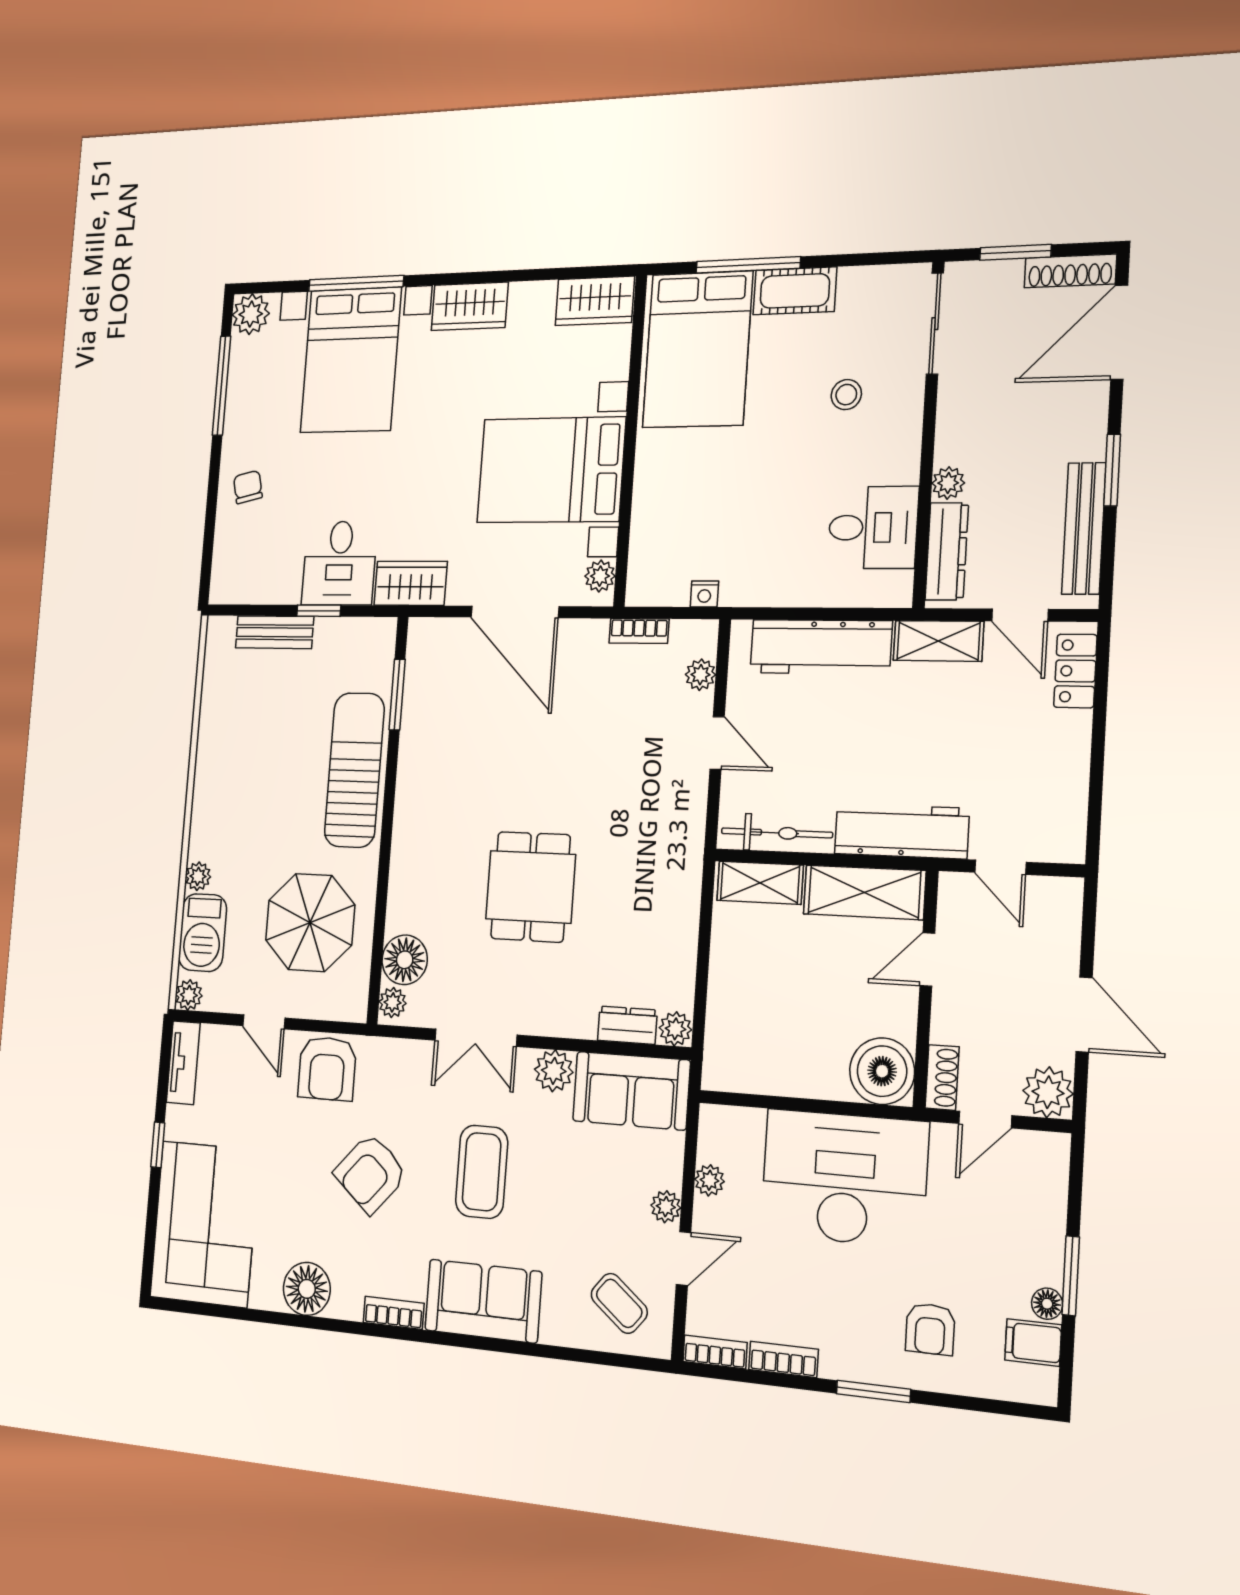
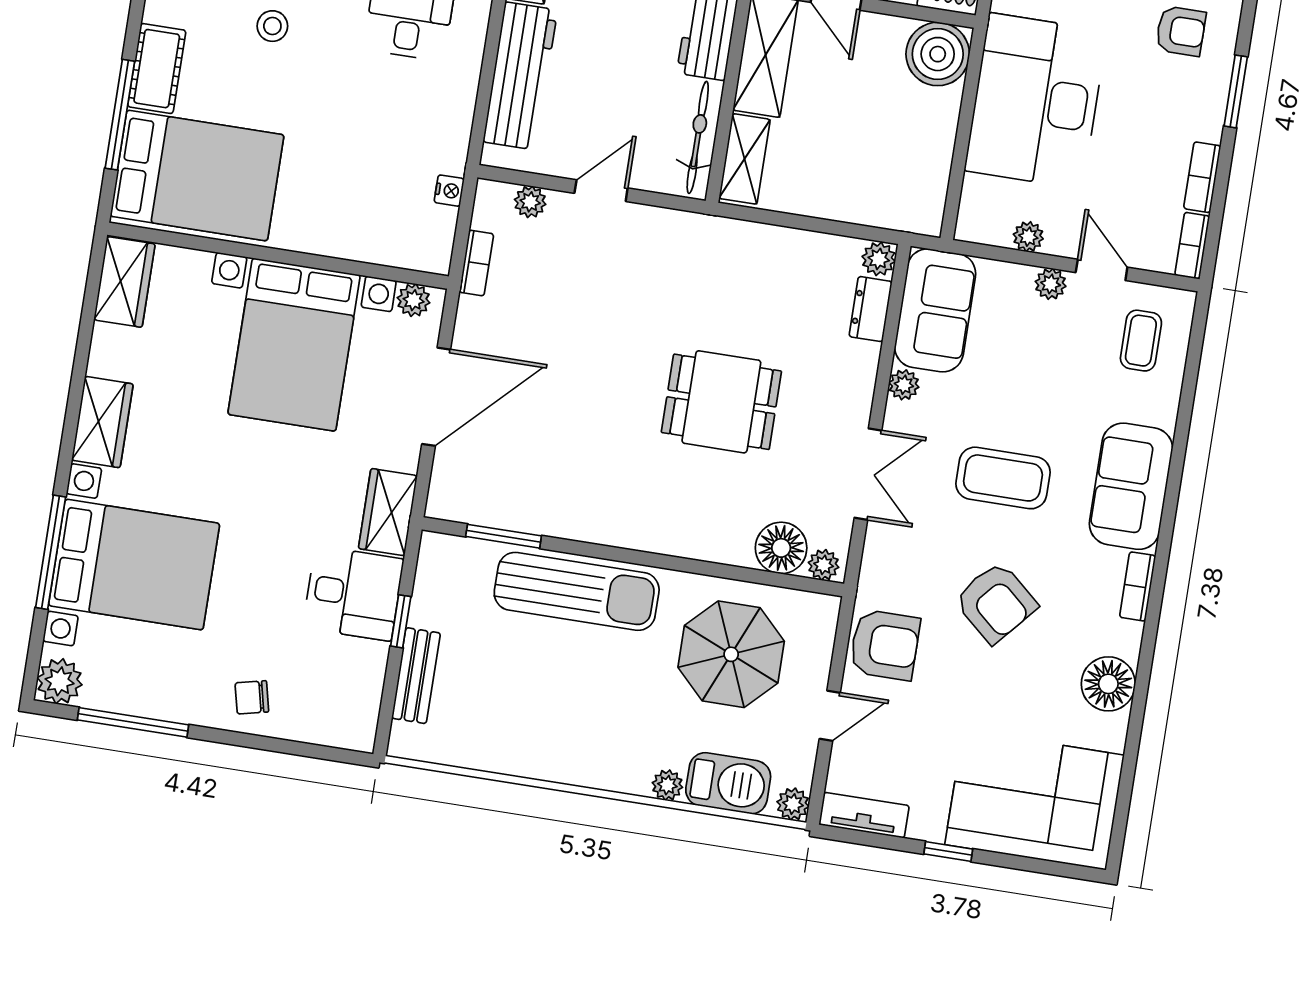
sun lounger: (354, 770) -> (577, 591), turned 180
plant: (554, 1071) -> (904, 385), width x0.73, depth x0.73
coffee table: (619, 1303) -> (1141, 341), turned -39

